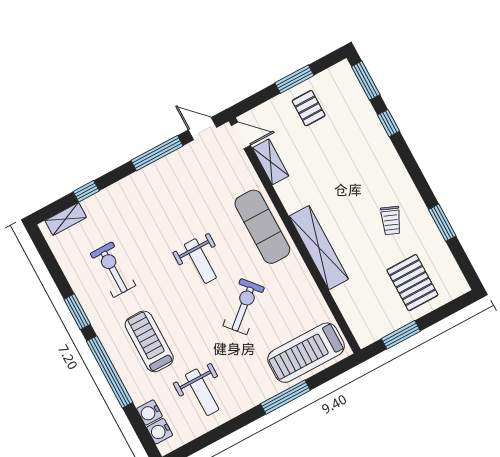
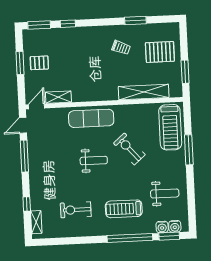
shelving: (319, 248) -> (144, 92), moved
window: (77, 312) -> (169, 236), moved

